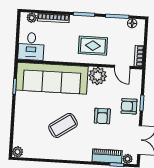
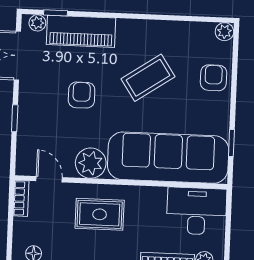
desk: (31, 46) -> (197, 211), width x1.37
armchair: (129, 106) -> (214, 78), moved, turned -90
piano: (107, 156) -> (81, 31), width x1.37, depth x1.33

